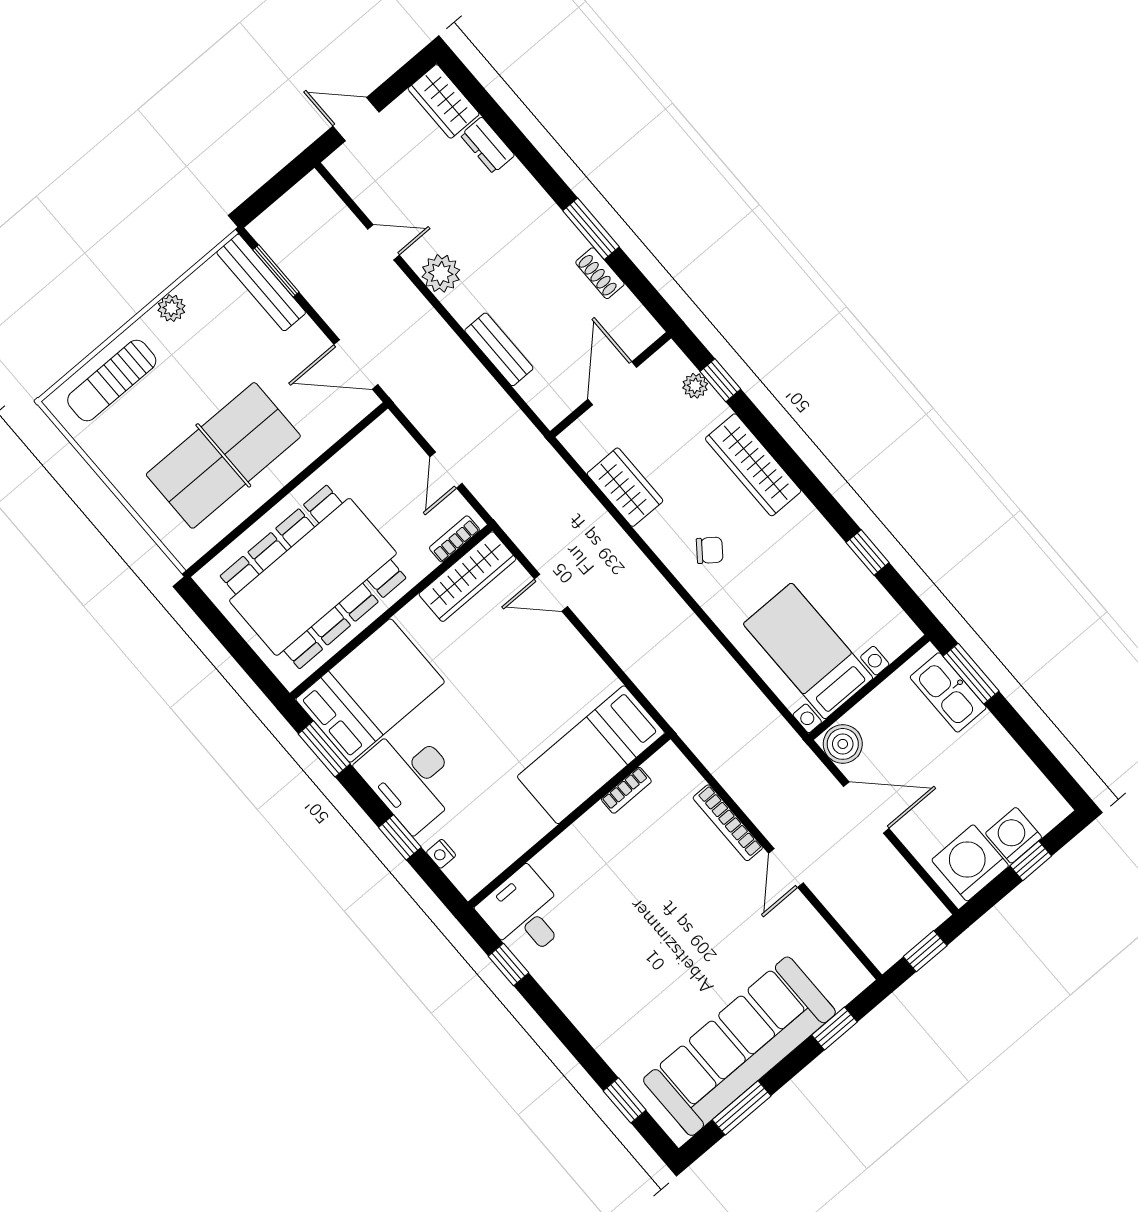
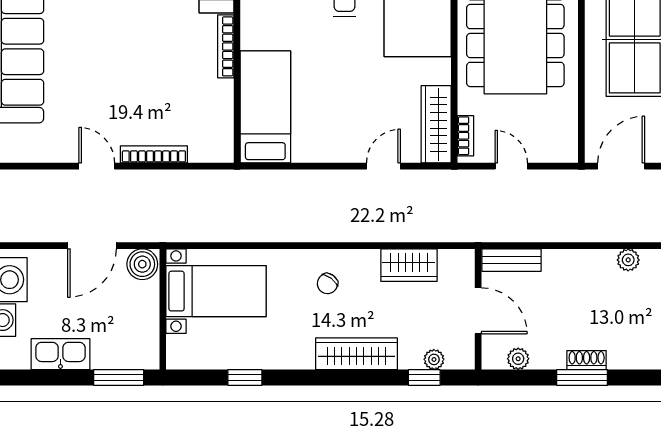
plant: (441, 273) -> (628, 260), width x0.73, depth x0.73
shoe rack: (600, 273) -> (587, 360), moved
plant: (625, 306) -> (518, 359), added
bench: (499, 349) -> (511, 260), moved
kitchen sink: (948, 692) -> (60, 354), moved
bookcase: (626, 790) -> (226, 46), moved, width x1.56

